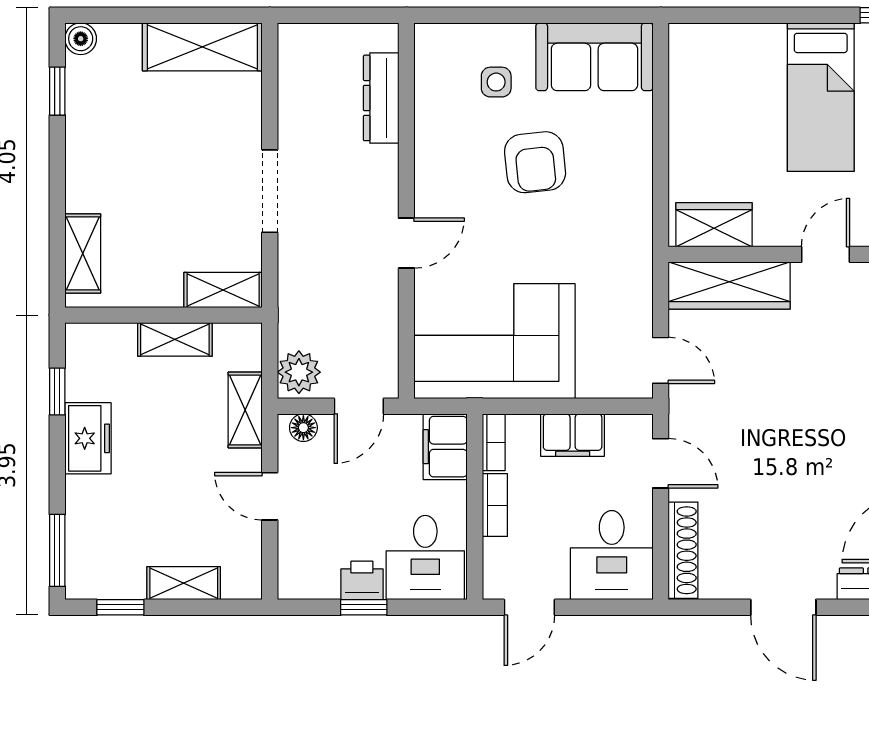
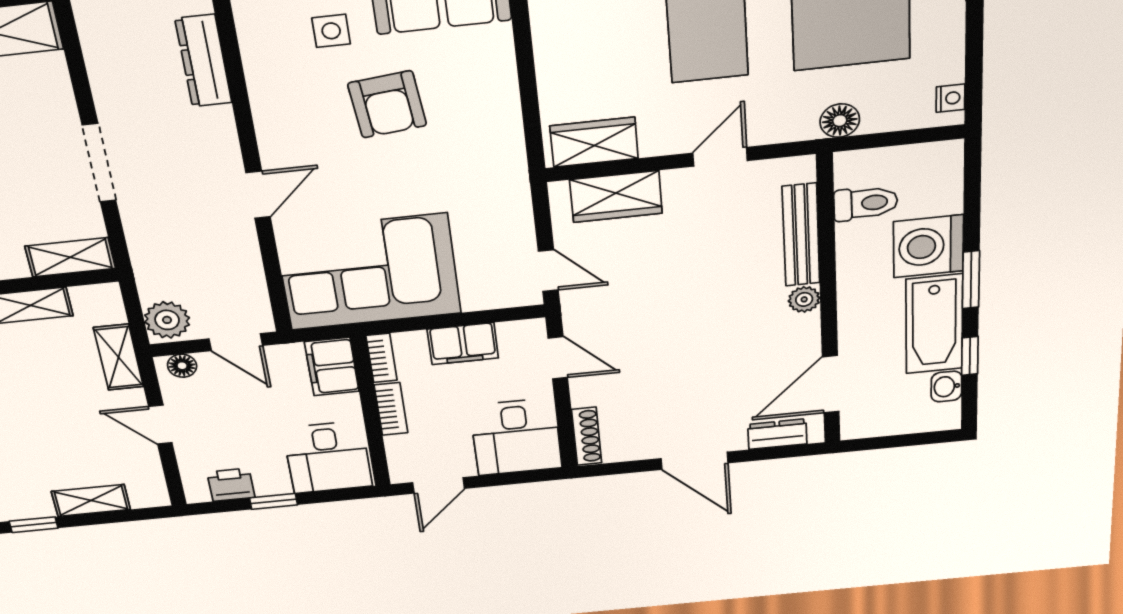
wardrobe: (729, 286) -> (616, 196), width x0.67
door: (359, 406) -> (236, 342), hinge flipped
shoe rack: (683, 550) -> (587, 436), width x0.74, depth x0.81
printer: (362, 580) -> (231, 485), moved

